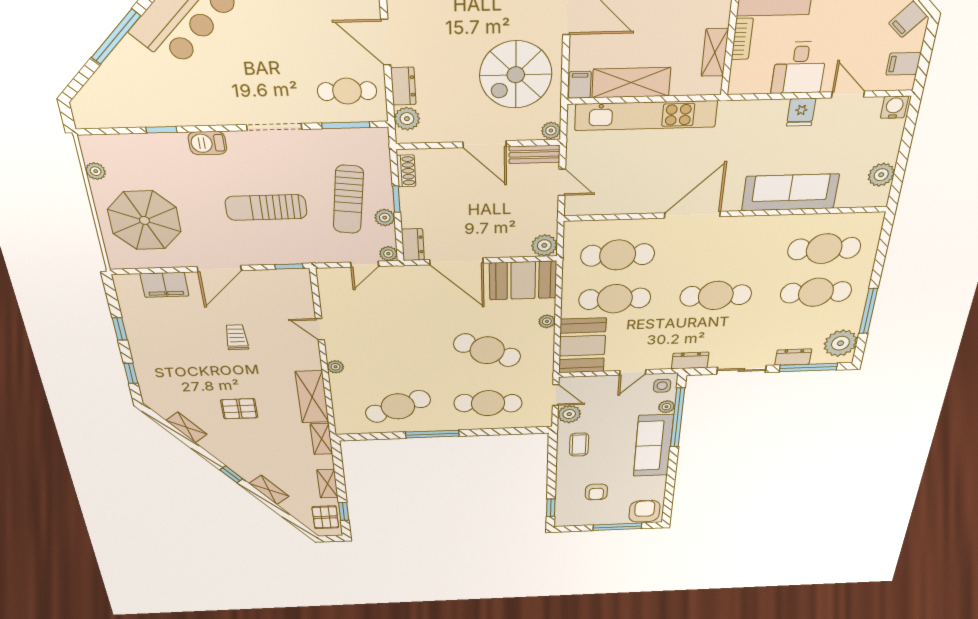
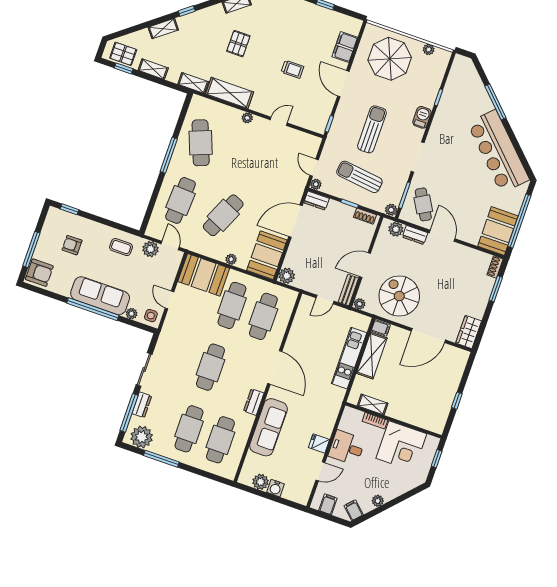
door: (386, 42) -> (442, 236), hinge flipped
cafe table: (347, 91) -> (423, 204), turned -30
water cooler: (894, 107) -> (276, 488), moved, turned 90
kitchen unit: (646, 116) -> (349, 358), width x0.73
plant: (385, 218) -> (391, 210), moved
dresser: (690, 360) -> (254, 402), moved, turned 180
door: (556, 395) -> (170, 246), swing flipped
window: (677, 418) -> (93, 309), moved

